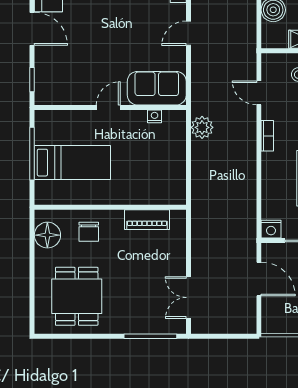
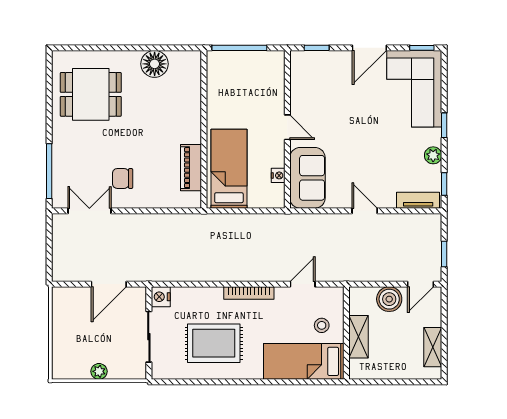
plant: (202, 127) -> (267, 225), removed
bookcase: (267, 136) -> (249, 293), width x1.56
bed: (72, 163) -> (229, 169), moved, turned 180
wall: (110, 207) -> (204, 129), moved
piano: (147, 220) -> (191, 168), moved
chair: (89, 232) -> (123, 178), moved

